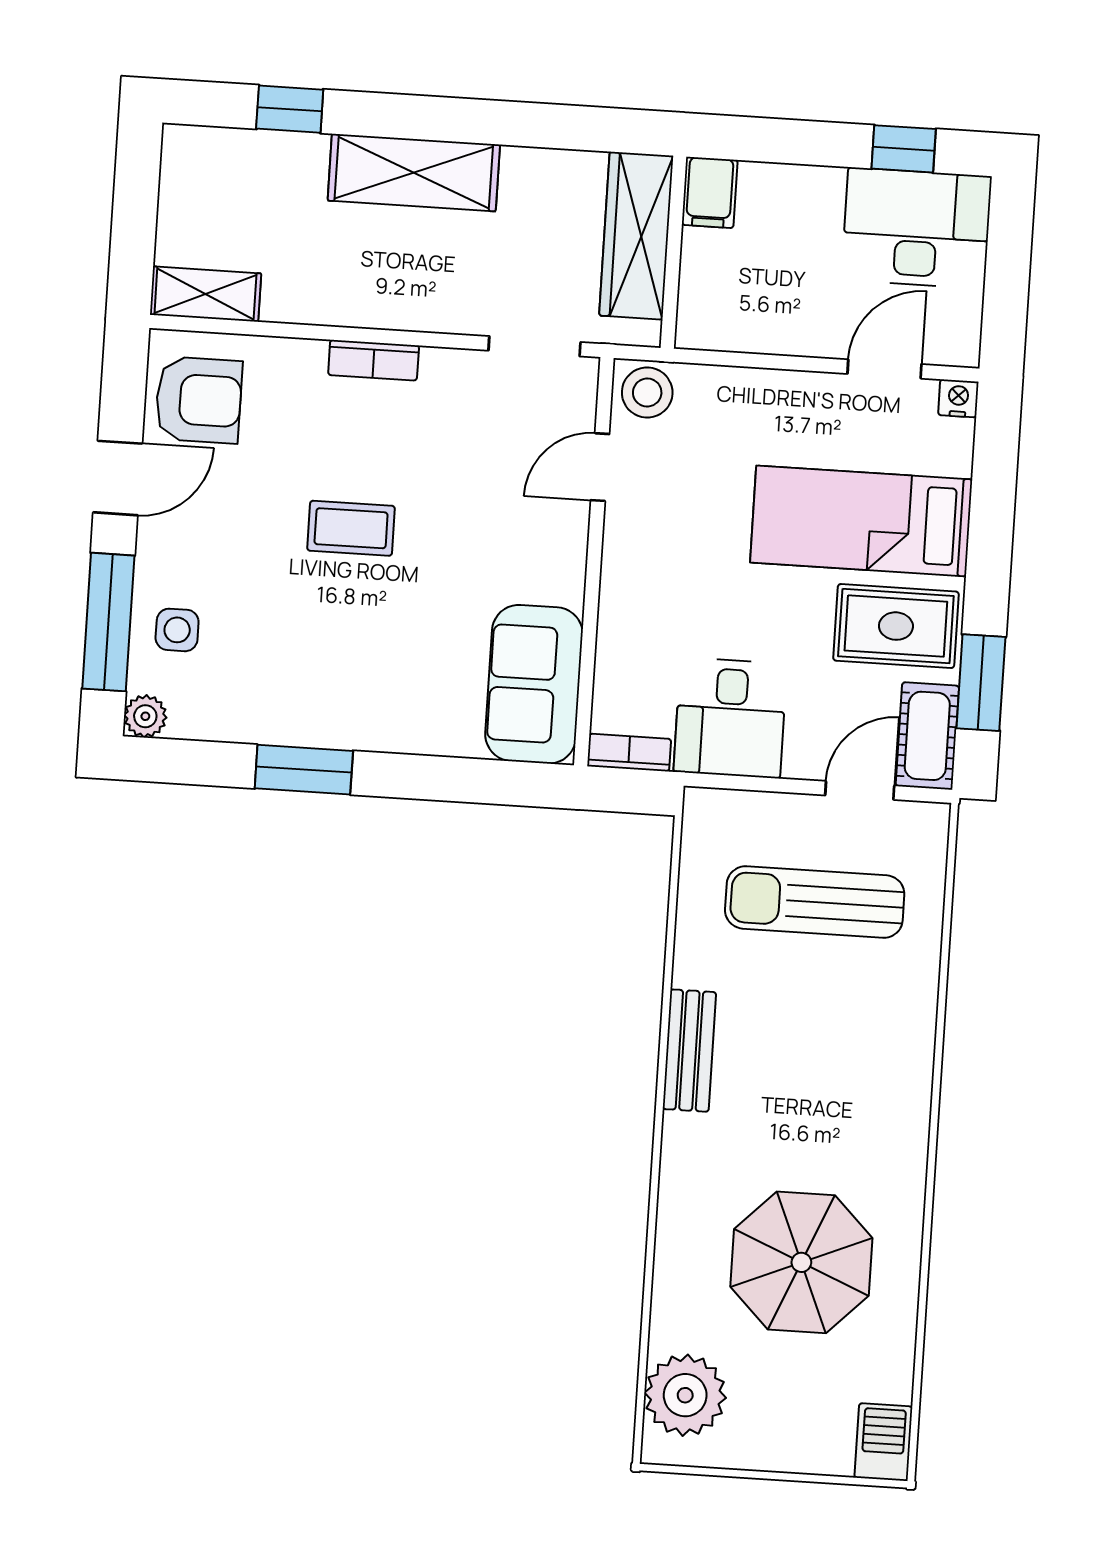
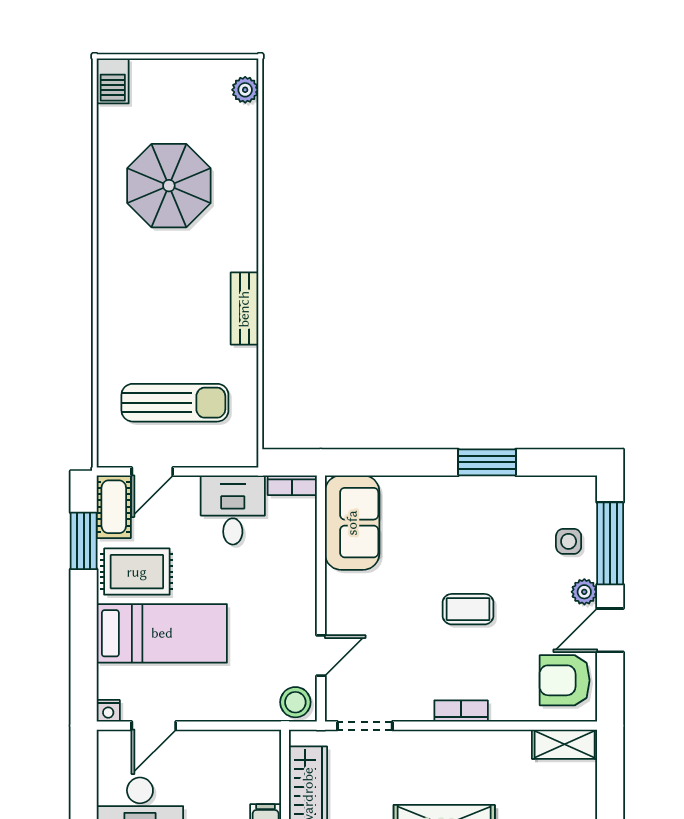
plant: (145, 716) -> (584, 592), moved
plant: (685, 1395) -> (245, 90), width x0.53, depth x0.53

